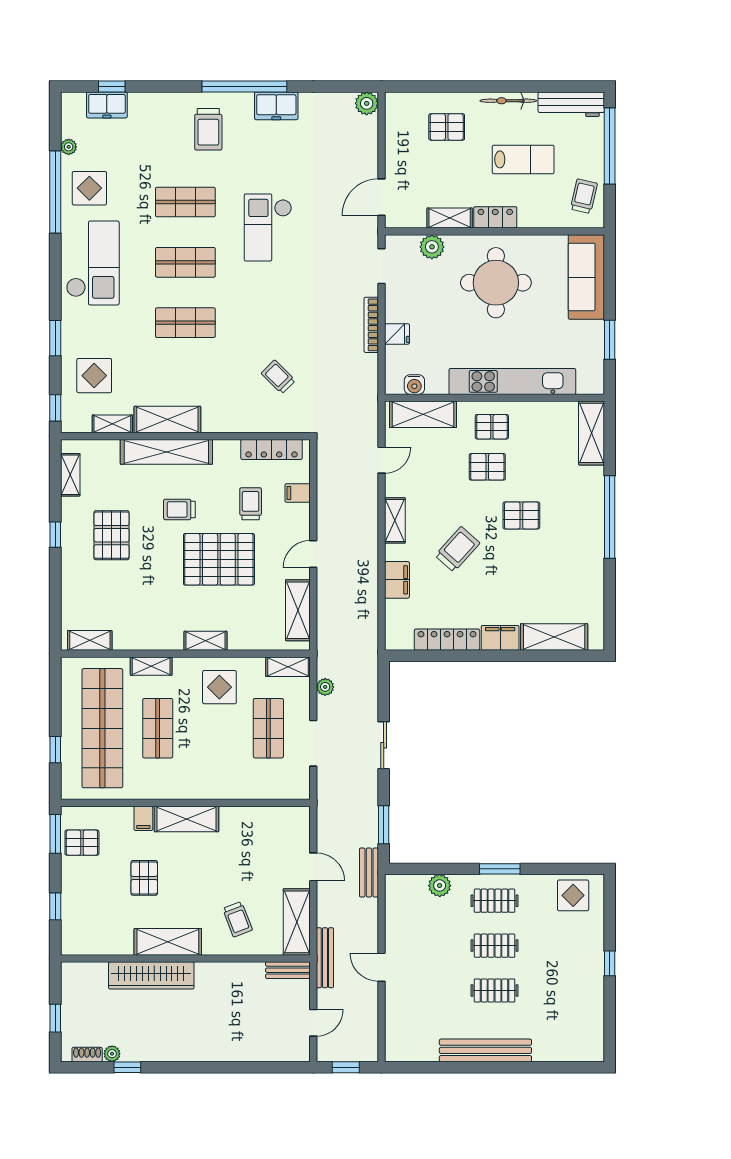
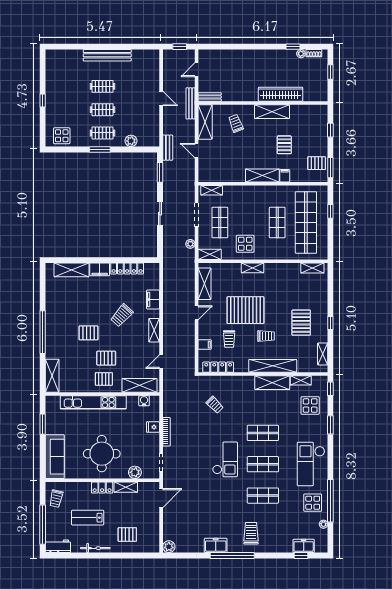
workbench: (571, 104) -> (58, 546), width x0.73
checkout: (268, 227) -> (225, 459), moved
shelving: (151, 666) -> (212, 190), moved

